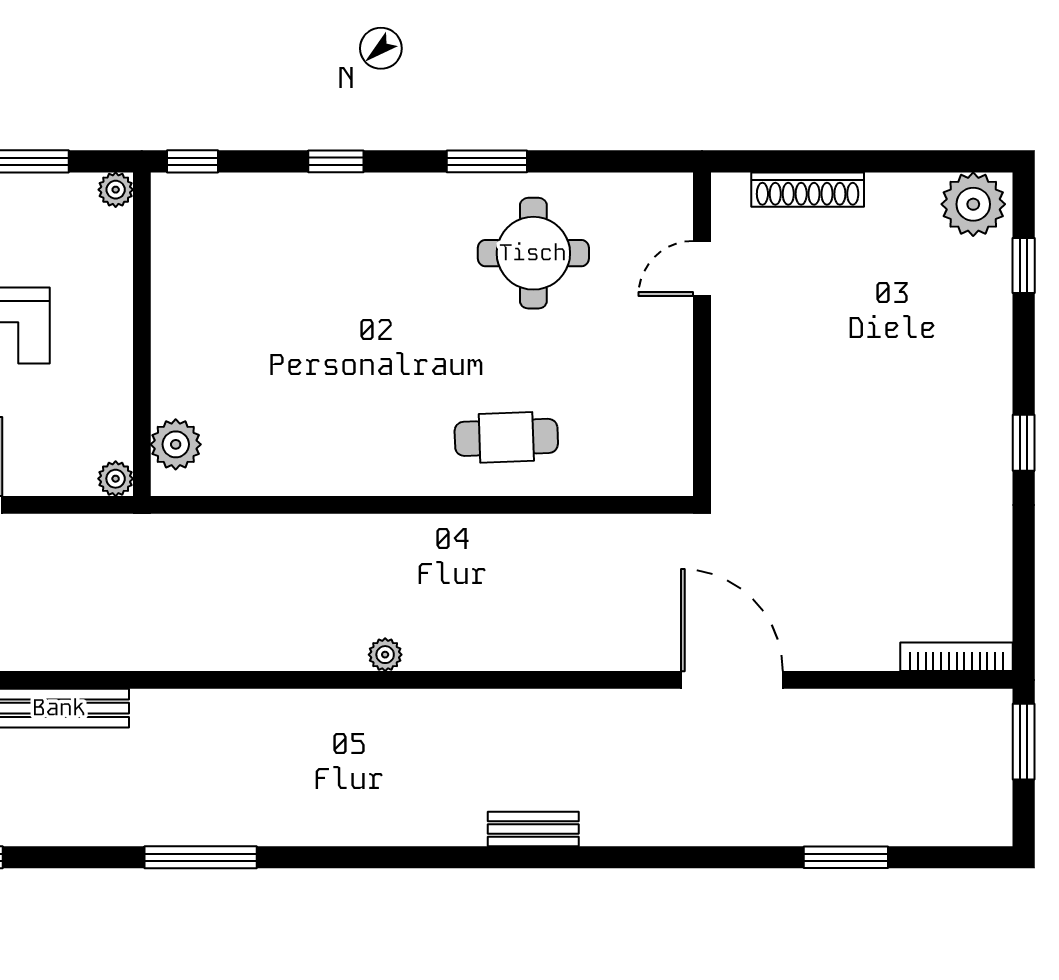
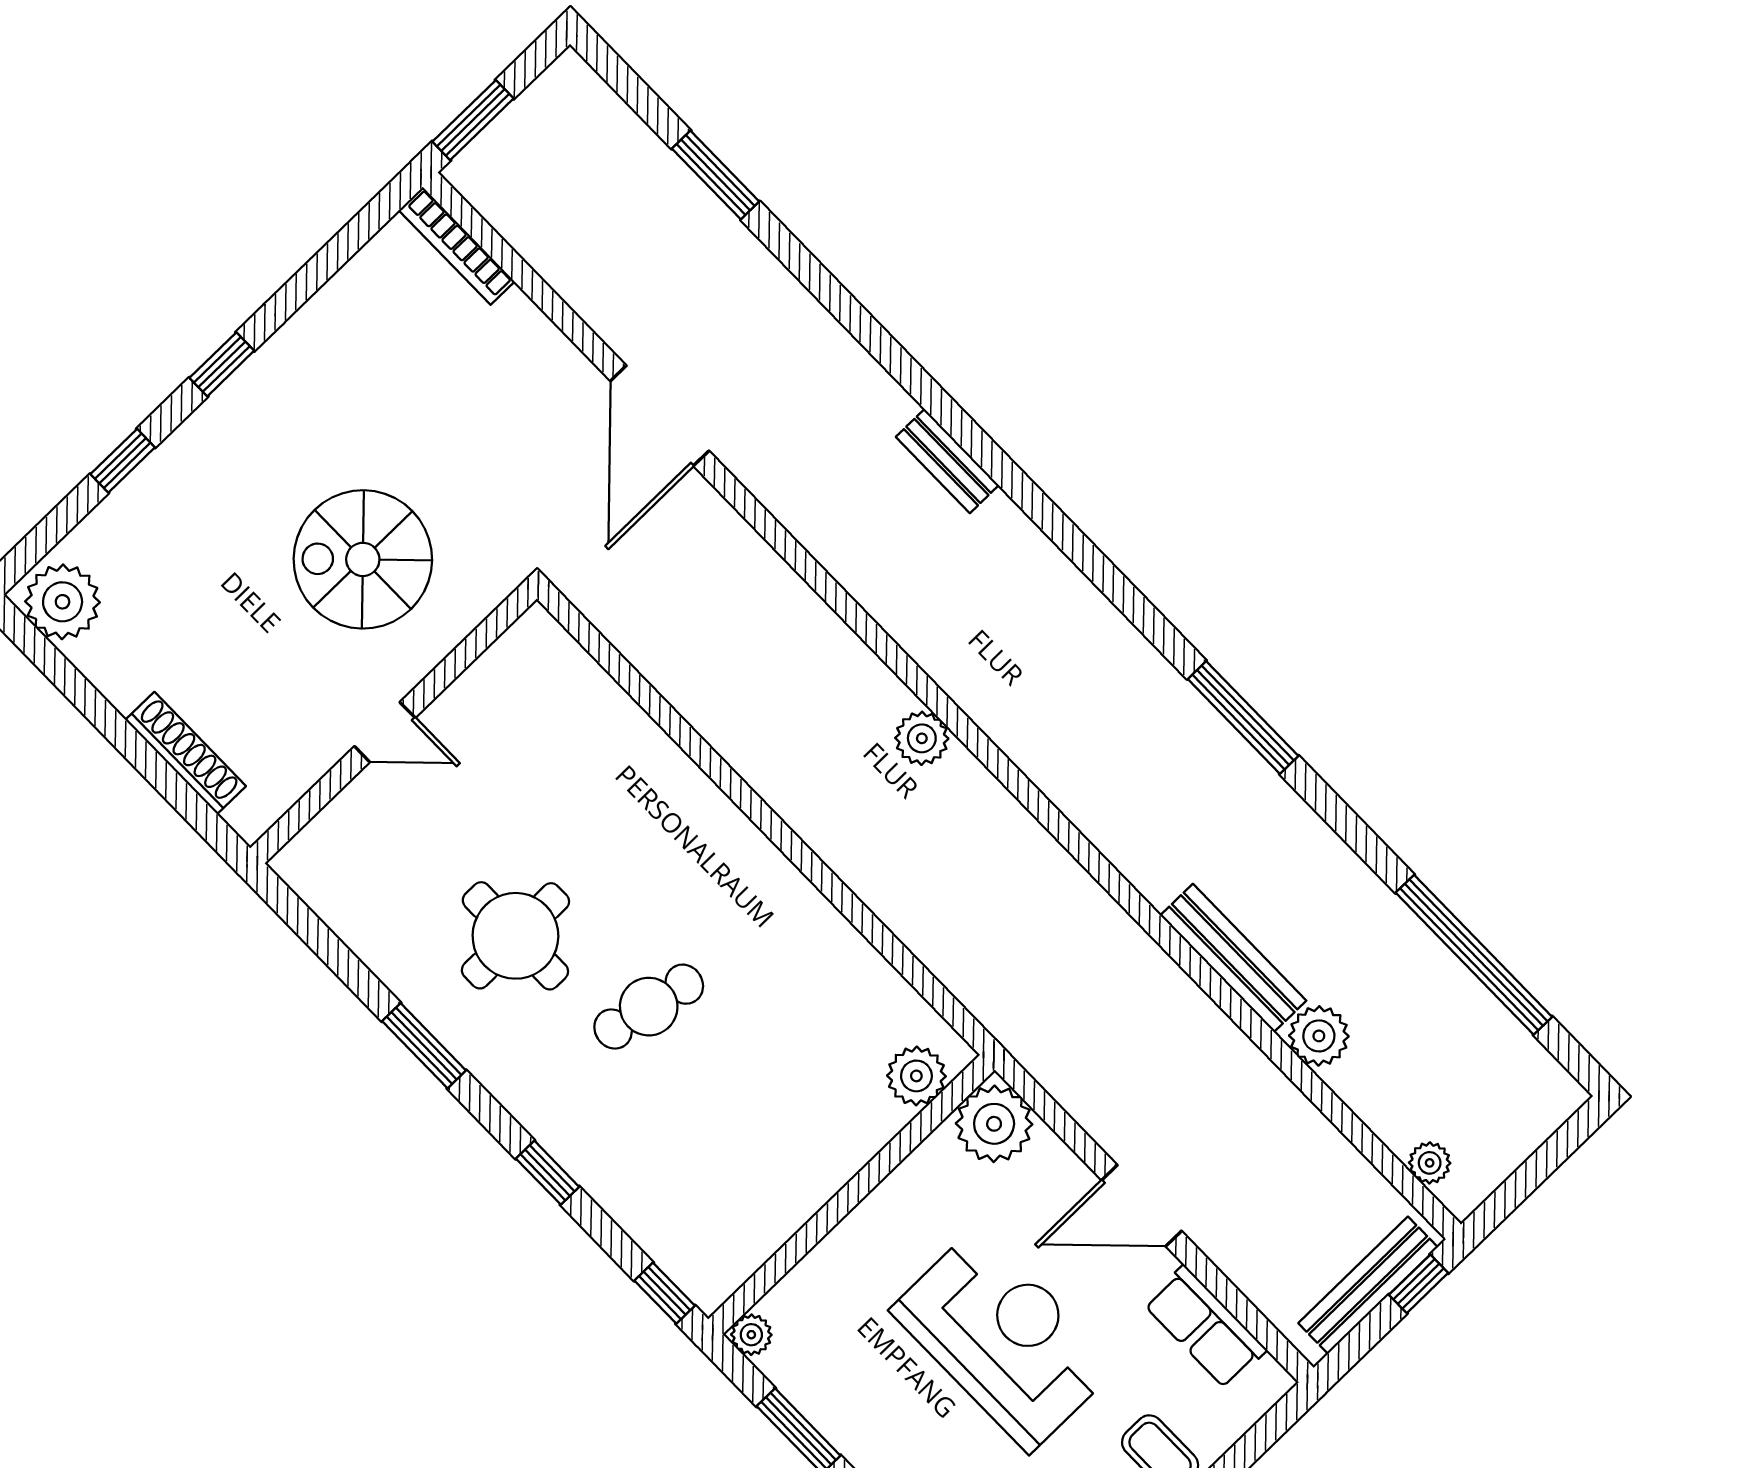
round table: (533, 253) -> (515, 936), moved
window: (1024, 266) -> (123, 461), moved
door: (702, 268) -> (385, 732), moved
spiral stairs: (821, 413) -> (363, 559), added
cafe table: (506, 437) -> (649, 1007), moved, turned -76
plant: (116, 479) -> (994, 1124), width x1.88, depth x1.88
plant: (385, 655) -> (922, 738), width x1.38, depth x1.38

